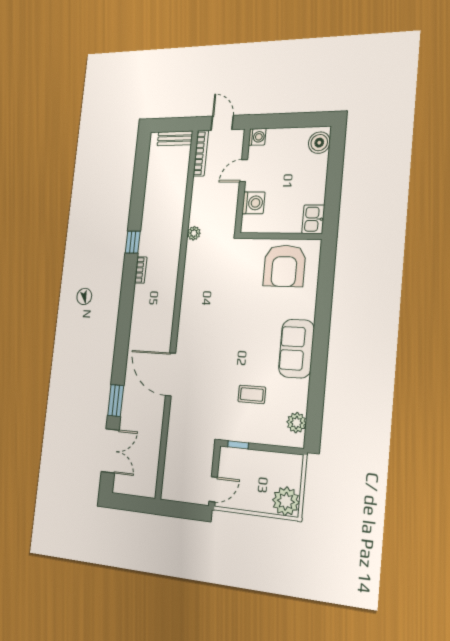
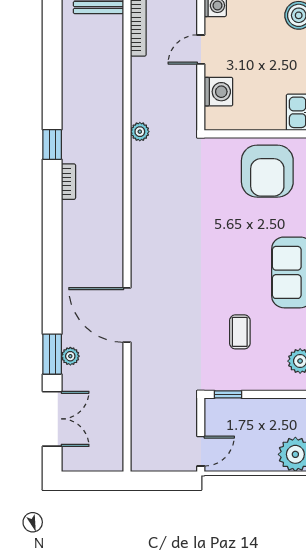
coffee table: (252, 394) -> (240, 332), turned 90
plant: (128, 403) -> (70, 356), added

